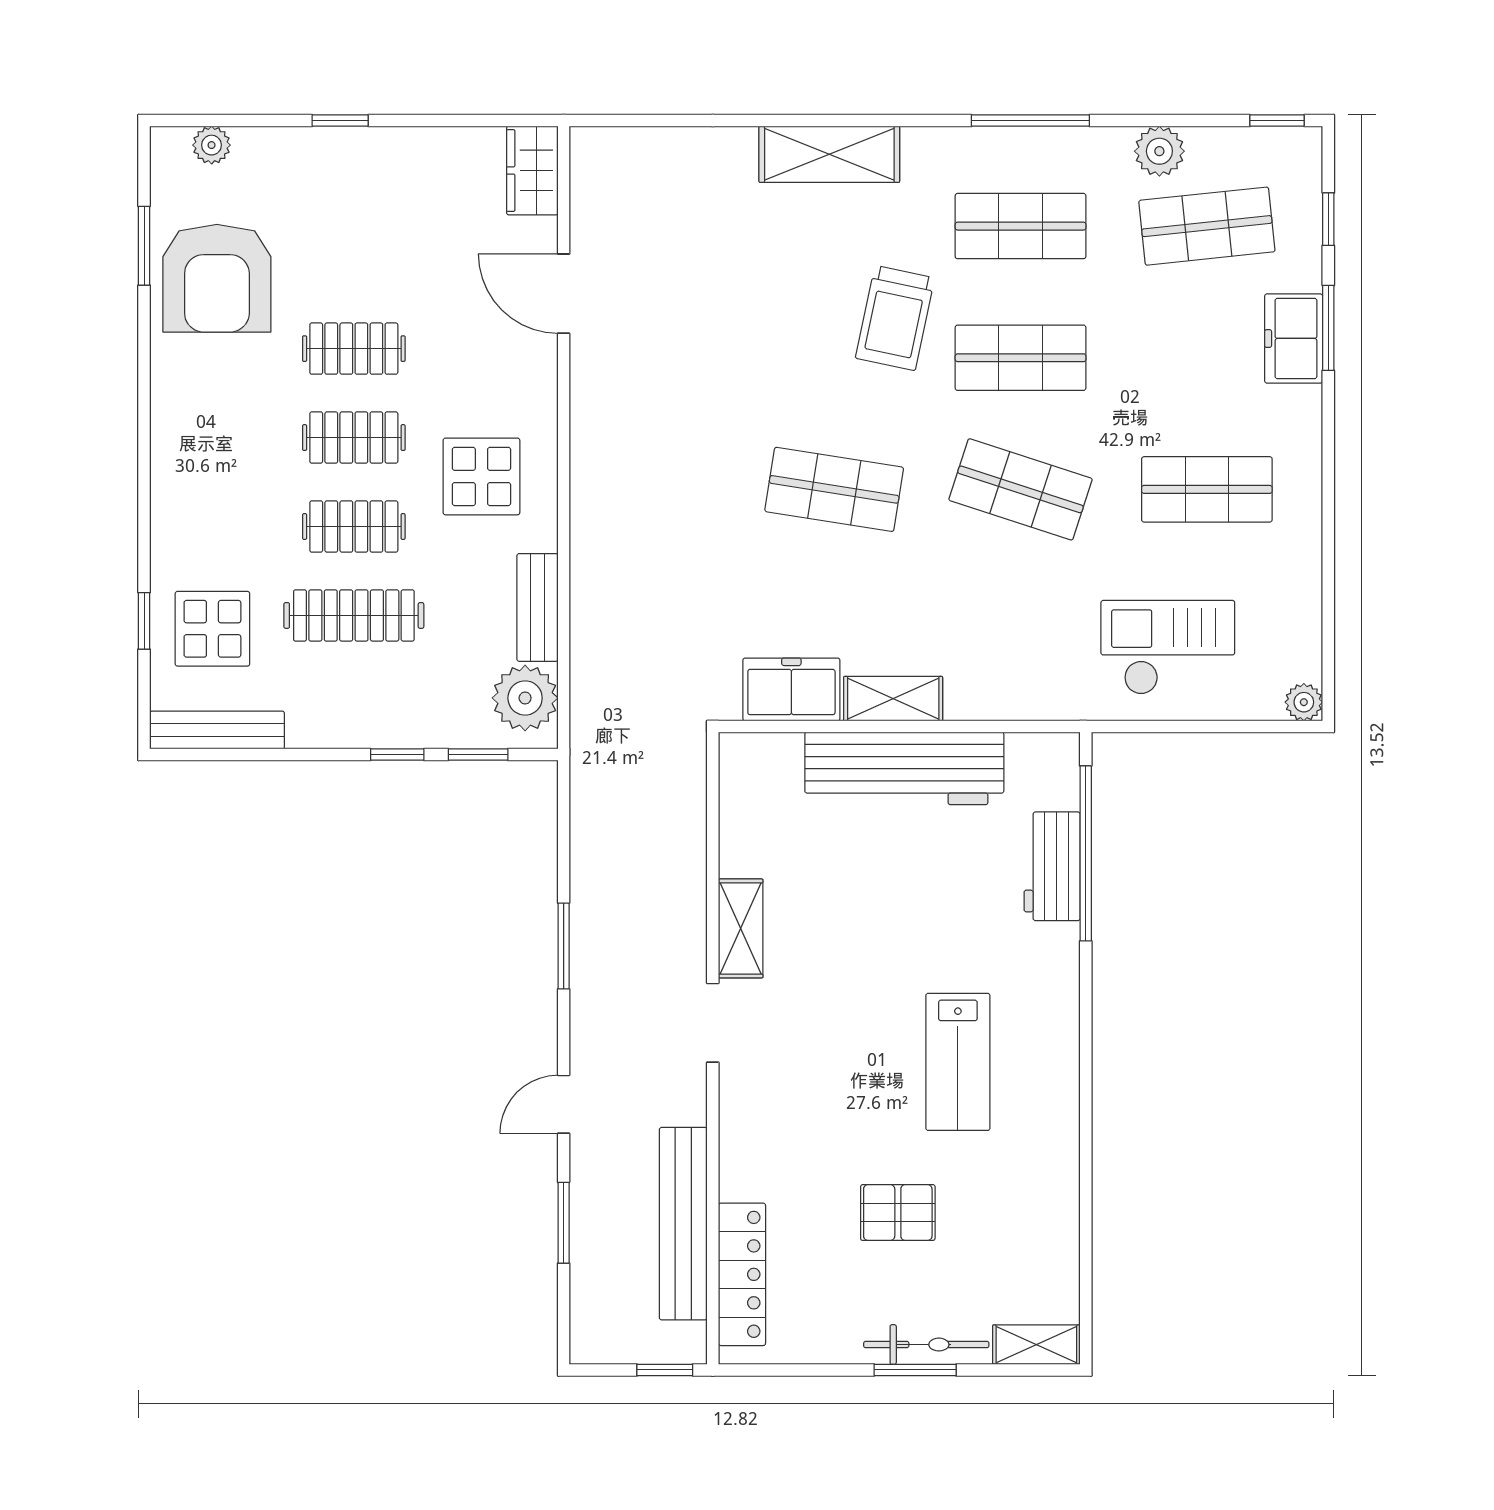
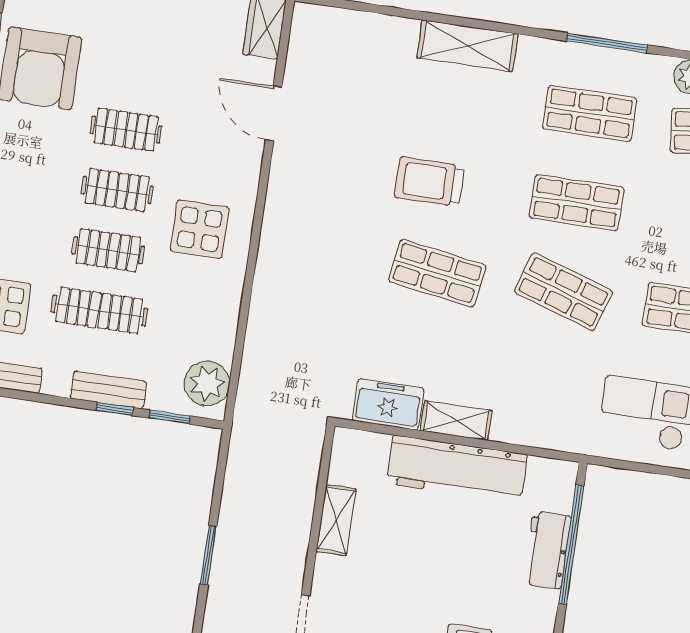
trolley: (895, 318) -> (429, 182), moved, turned 78
bench: (537, 607) -> (109, 390), moved, turned 90
shelving: (741, 928) -> (336, 520), moved

